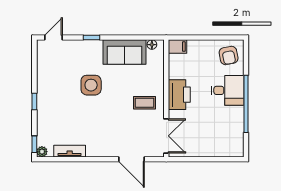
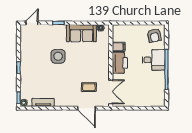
filing cabinet: (178, 47) -> (119, 47), moved
coffee table: (144, 103) -> (89, 87), moved

